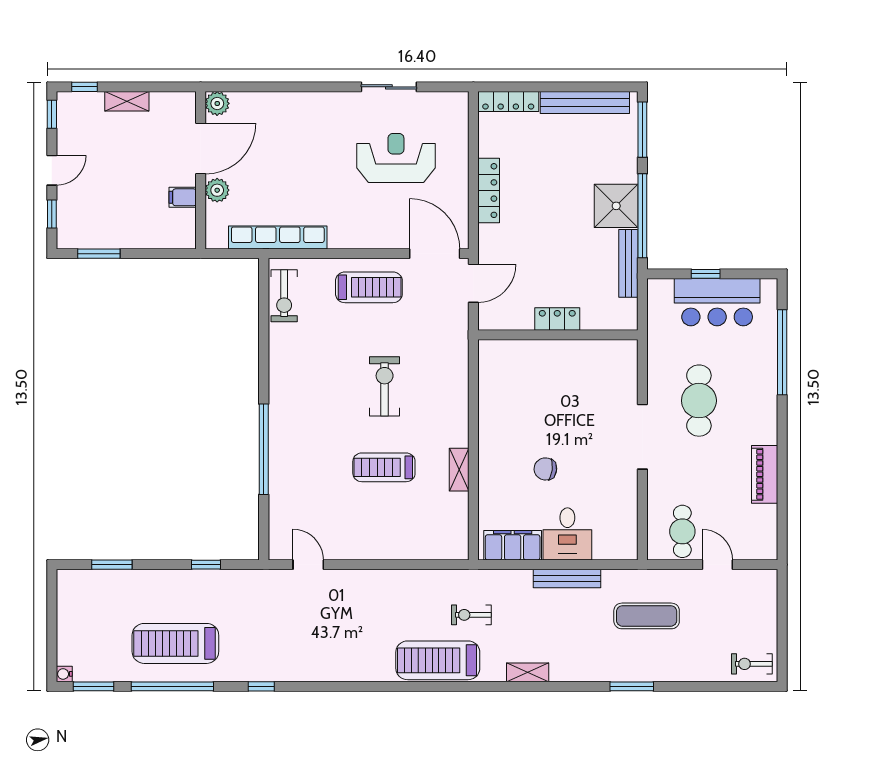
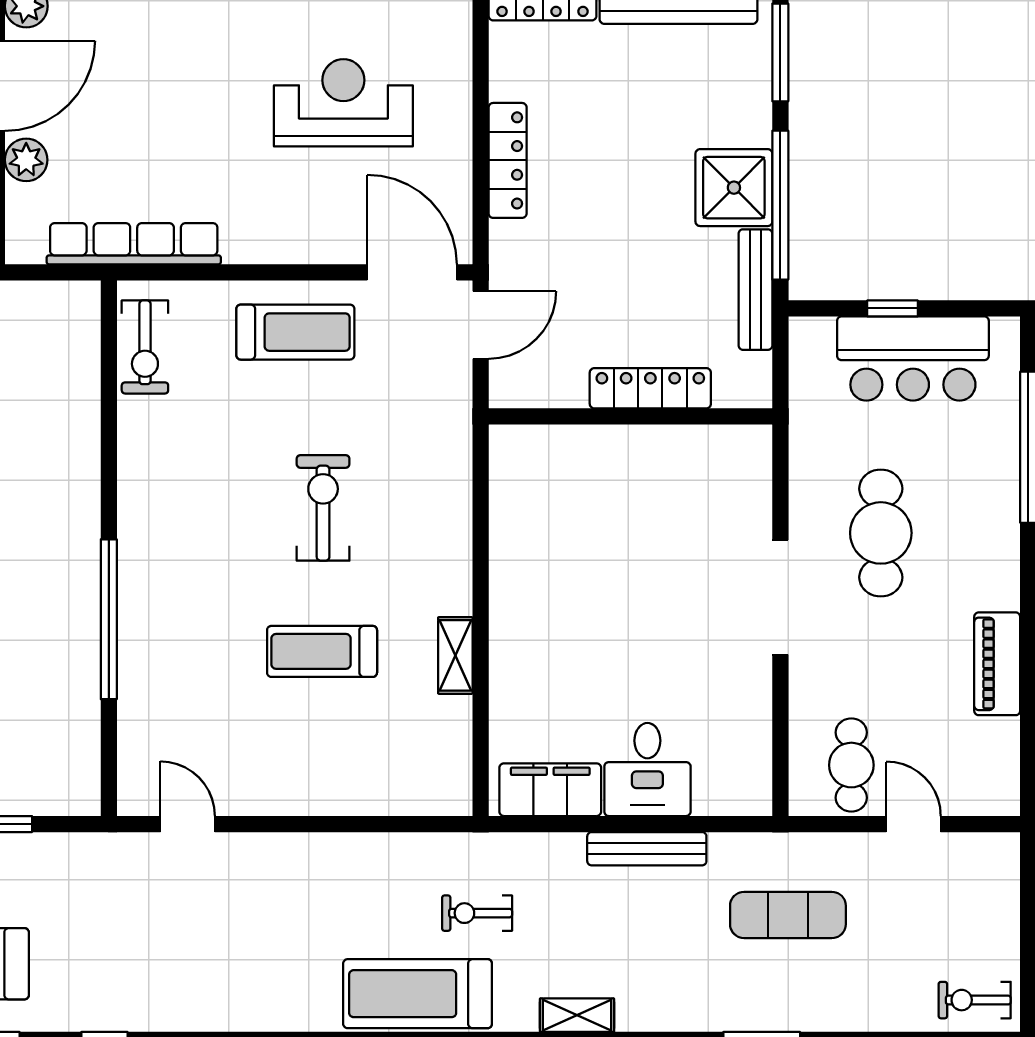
locker: (557, 319) -> (650, 388), width x1.53
chair: (545, 469) -> (608, 654), removed

